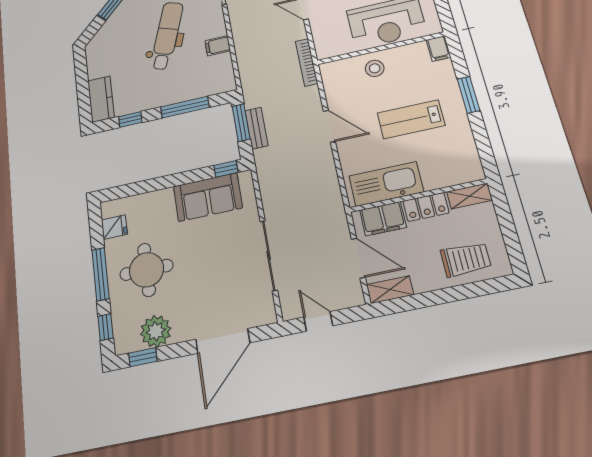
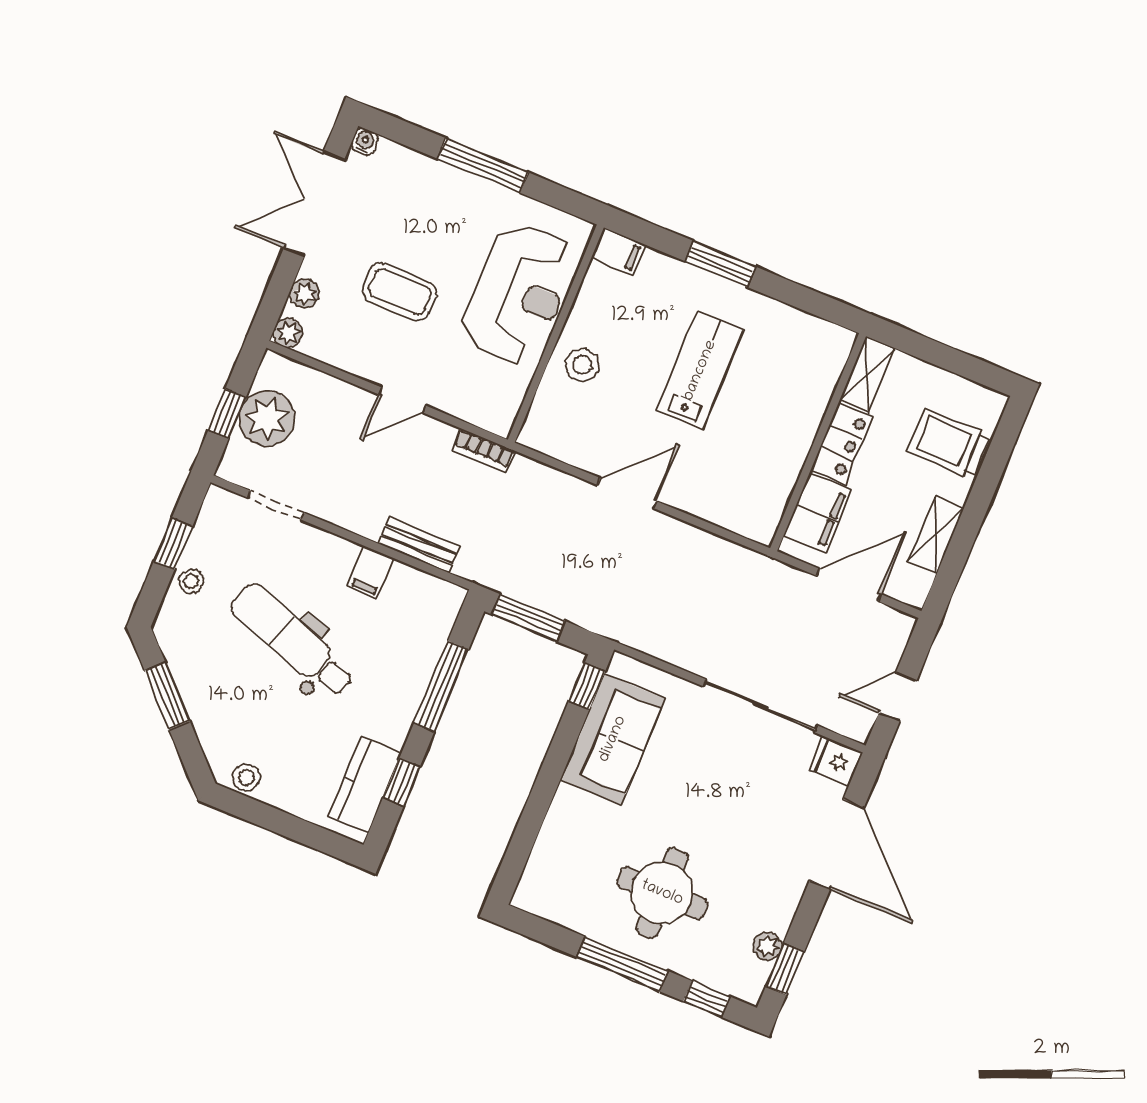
stool: (94, 57) -> (247, 777), added
bookcase: (307, 62) -> (483, 451), width x0.64
kitchen counter: (101, 99) -> (365, 785), moved, turned -90
lab bench: (411, 119) -> (700, 371), turned 180
bench: (256, 128) -> (419, 545), moved
kitchen sink: (386, 184) -> (771, 474), removed
fridge: (114, 227) -> (836, 761), moved, turned -90
trolley: (466, 259) -> (949, 443), turned -90
shelving: (390, 290) -> (936, 535), moved
plant: (156, 331) -> (767, 946), width x0.53, depth x0.53

